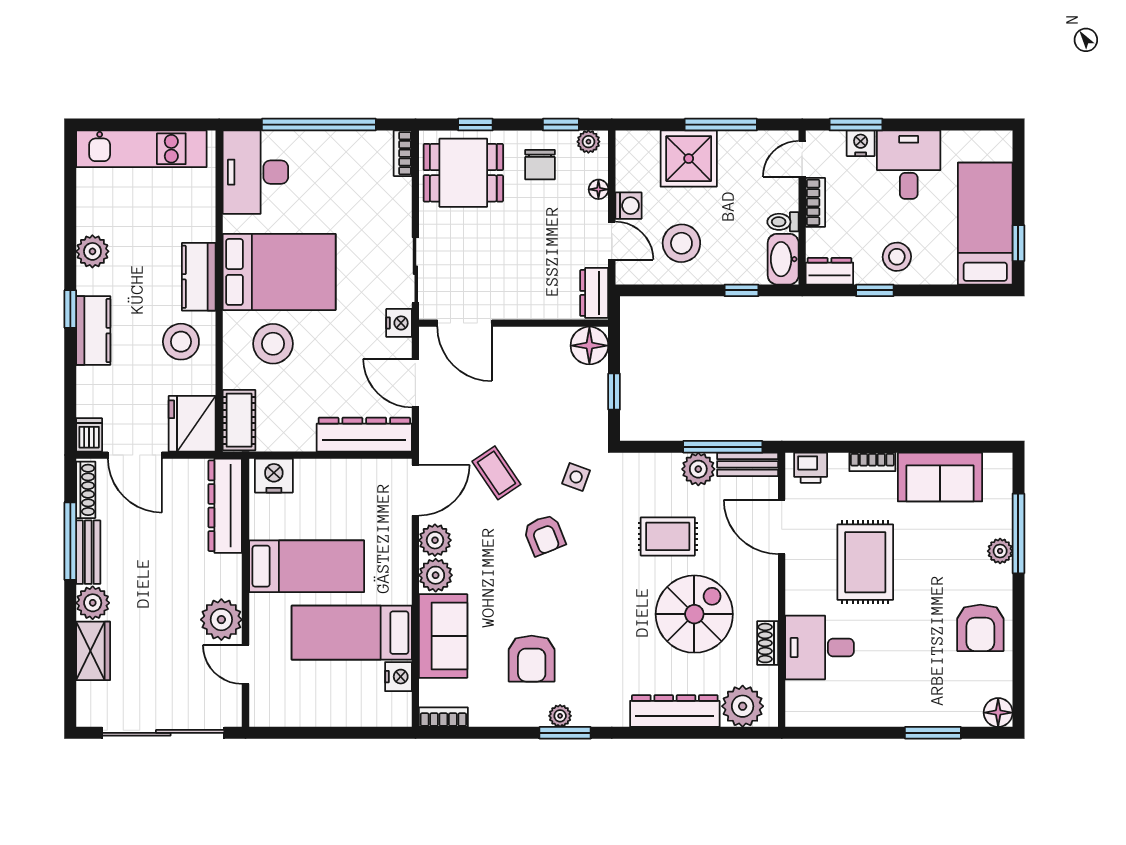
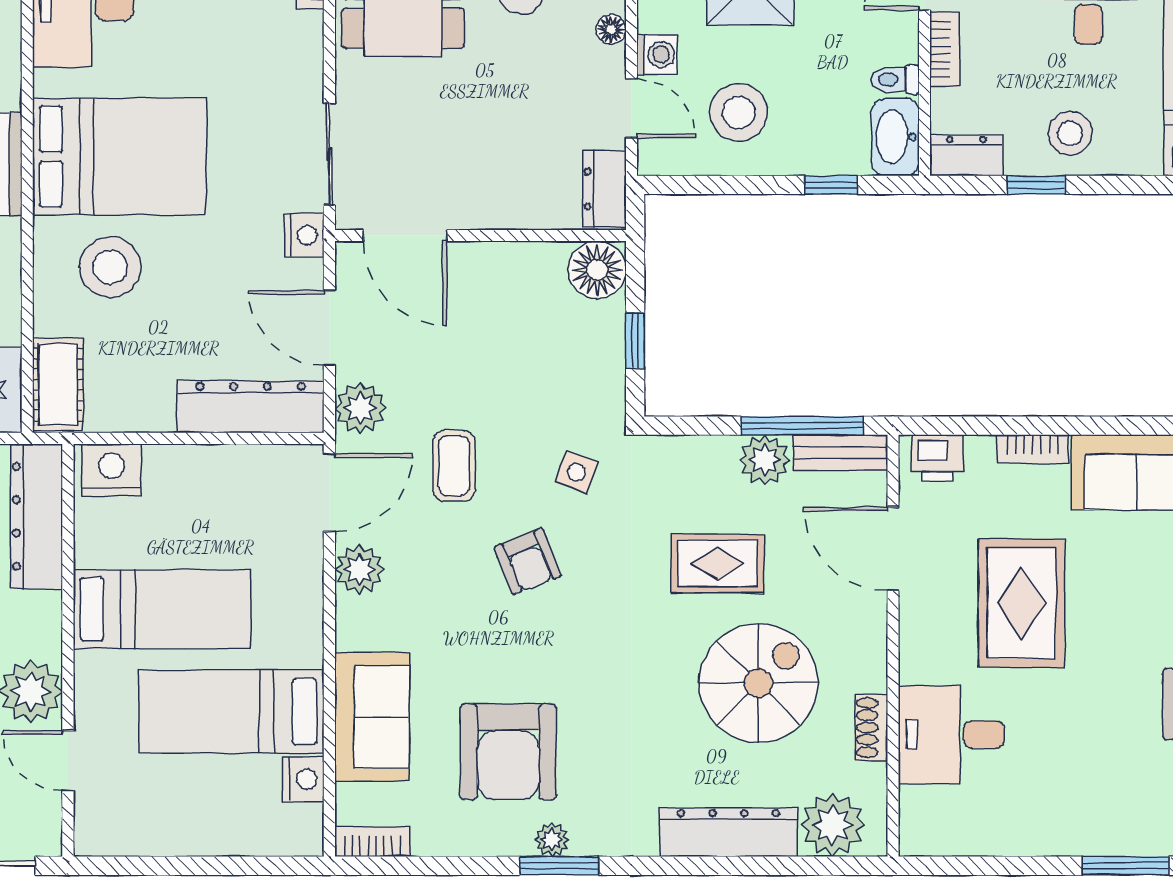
coffee table: (496, 473) -> (454, 466), turned 34
plant: (436, 575) -> (360, 408), moved
armchair: (532, 659) -> (508, 752), width x1.36, depth x1.36

